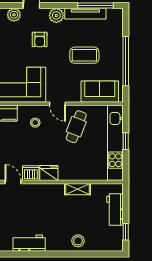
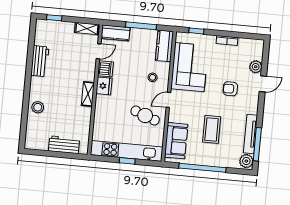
plant: (56, 15) -> (246, 161), moved
shelving: (77, 189) -> (88, 94), moved
window: (126, 232) -> (42, 153), removed

